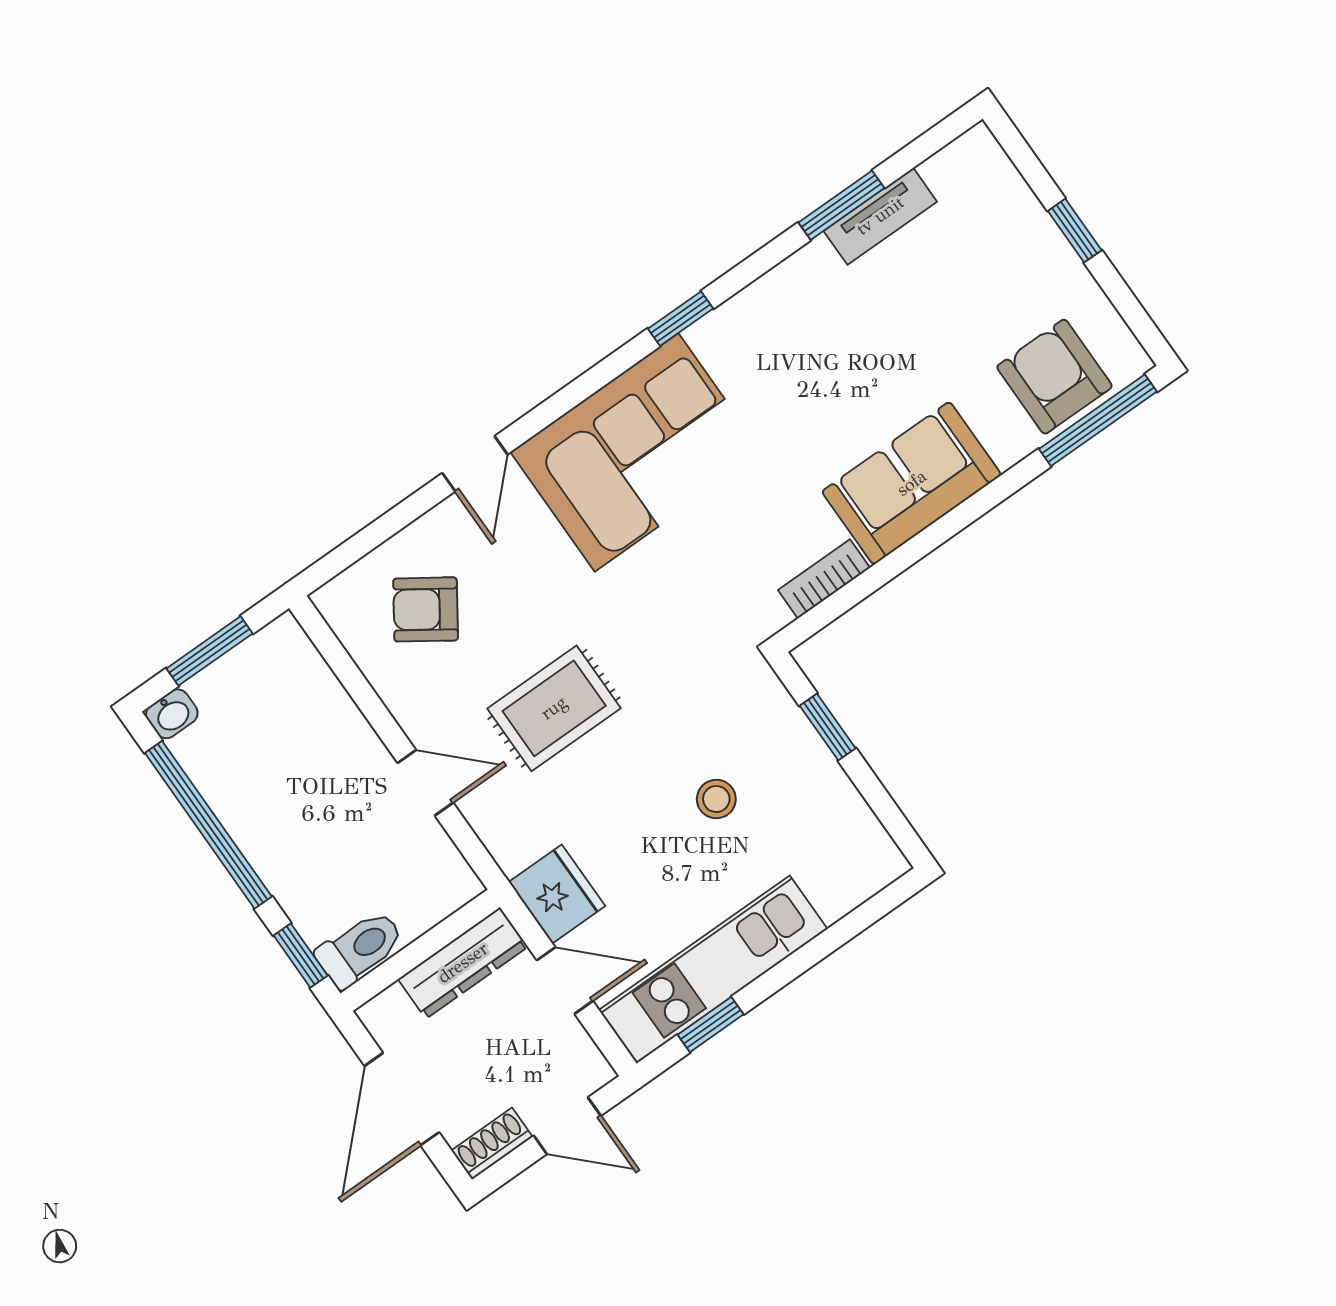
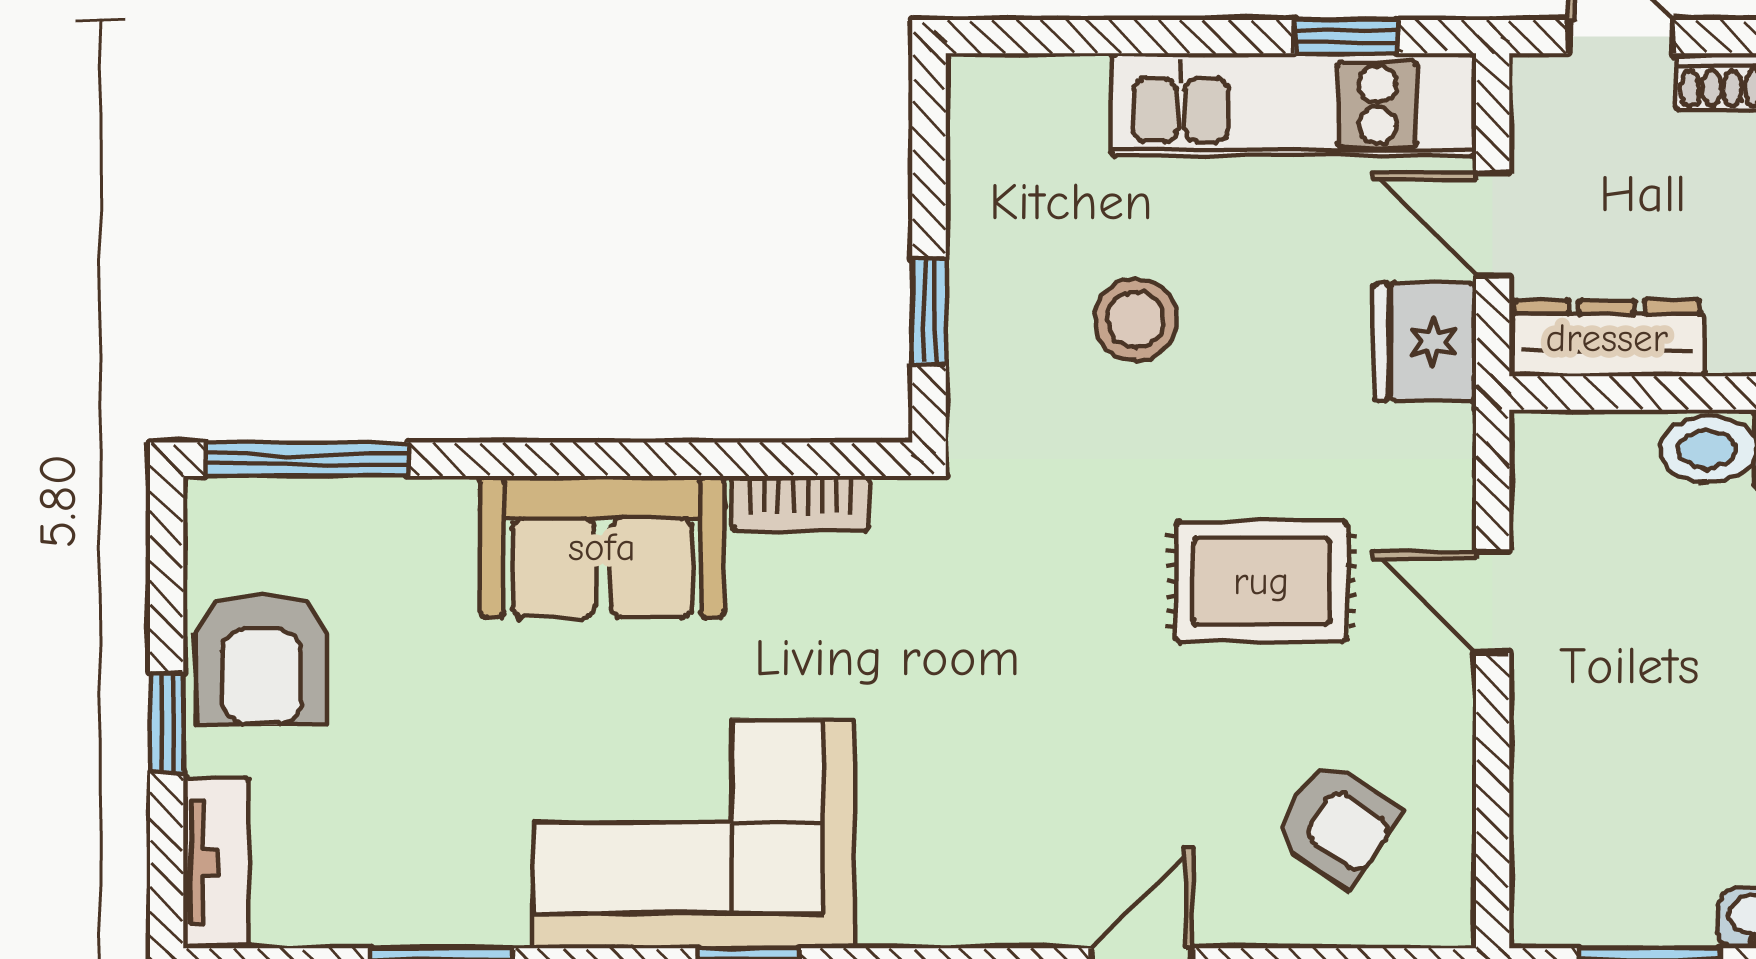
tv unit: (880, 216) -> (216, 863), moved, turned 90
armchair: (1054, 377) -> (262, 658), moved
corner sofa: (637, 452) -> (694, 834), moved
stool: (716, 799) -> (1136, 319), width x1.37, depth x1.37

